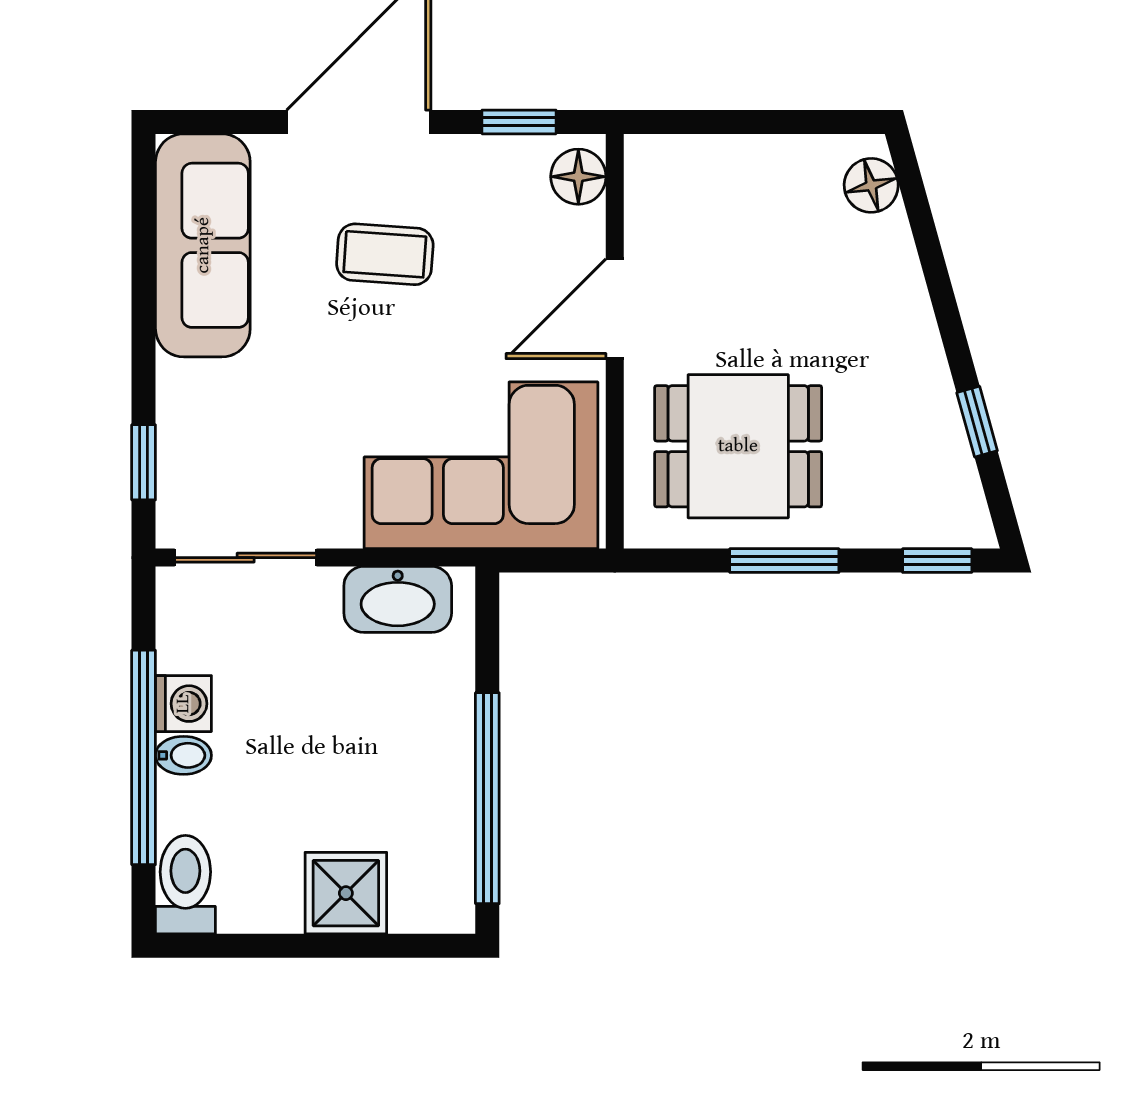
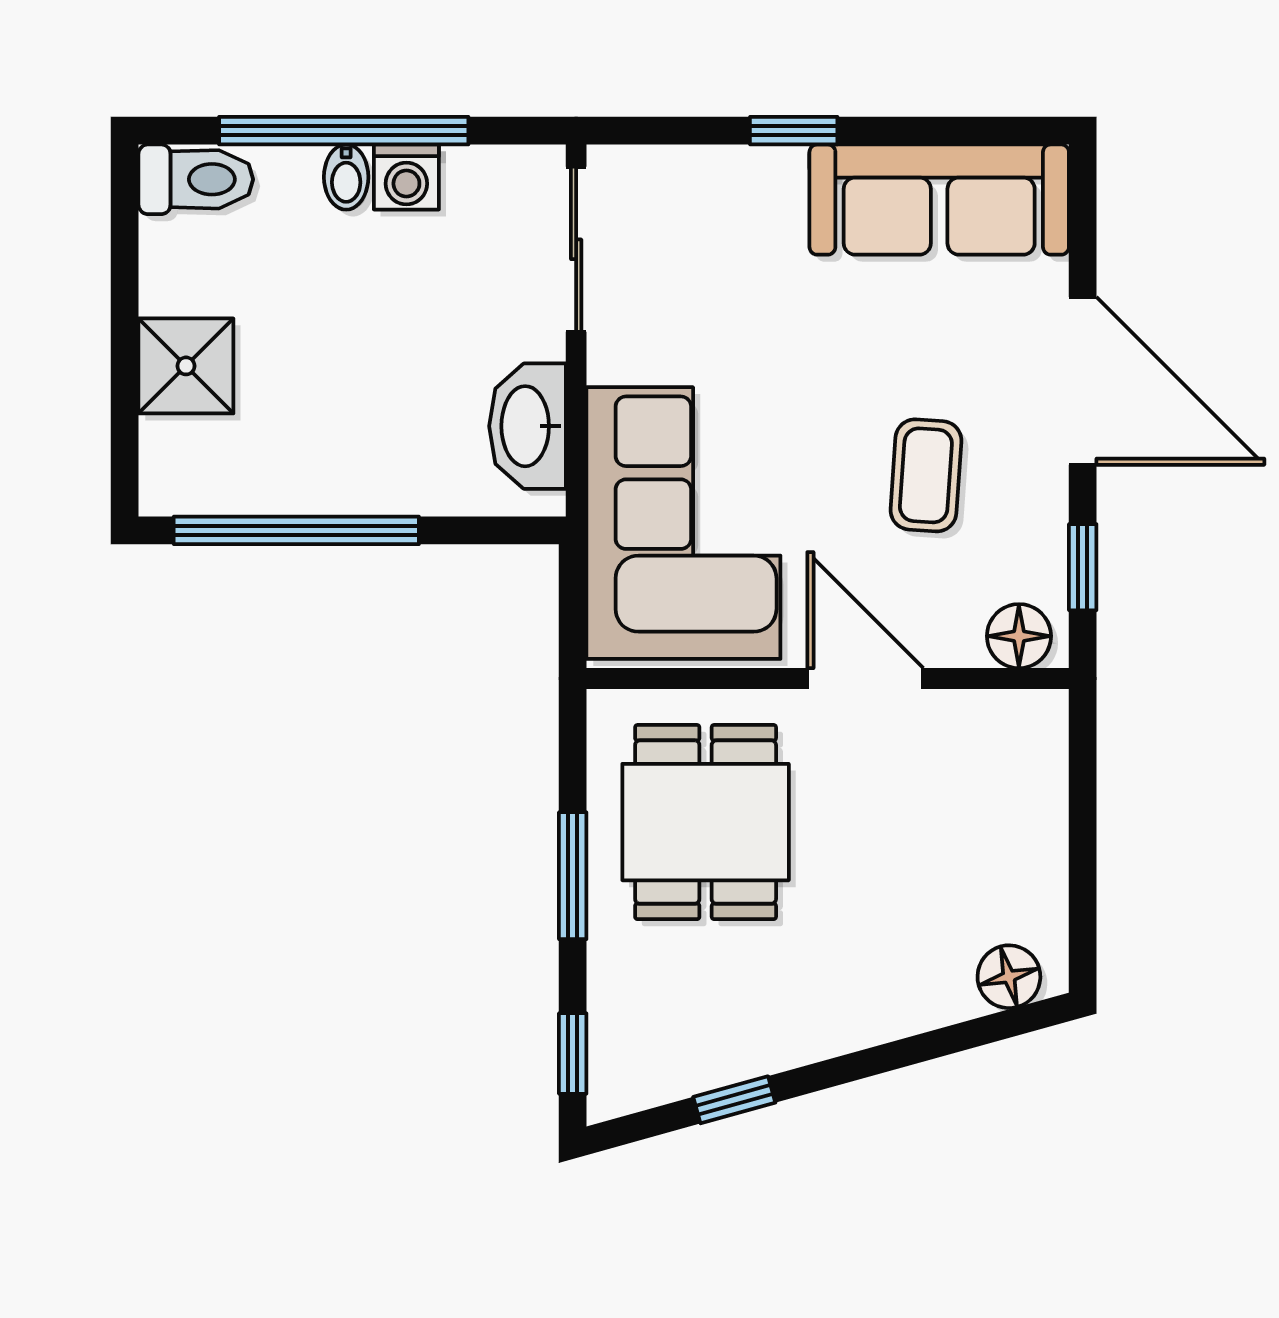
coffee table: (385, 254) -> (926, 475), moved
window: (144, 462) -> (794, 131), moved

